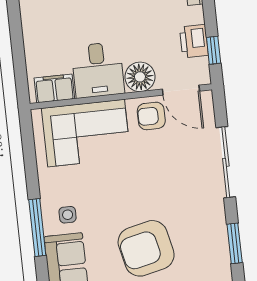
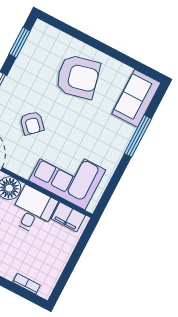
armchair: (151, 116) -> (32, 123), moved, turned 47
side table: (68, 215) -> (113, 131), removed

